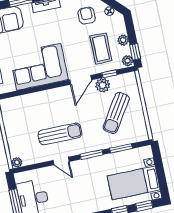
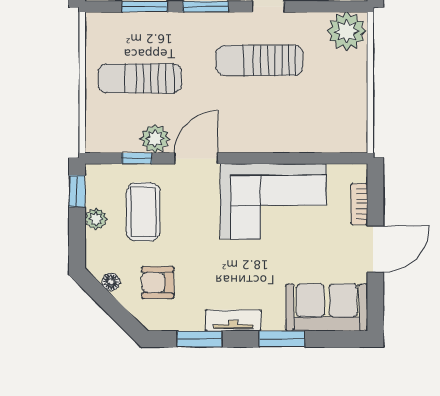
armchair: (87, 16) -> (158, 283), turned 90
plant: (127, 61) -> (96, 177), removed
sun lounger: (116, 113) -> (140, 78), turned -123
plant: (17, 162) -> (347, 31), width x1.88, depth x1.88

